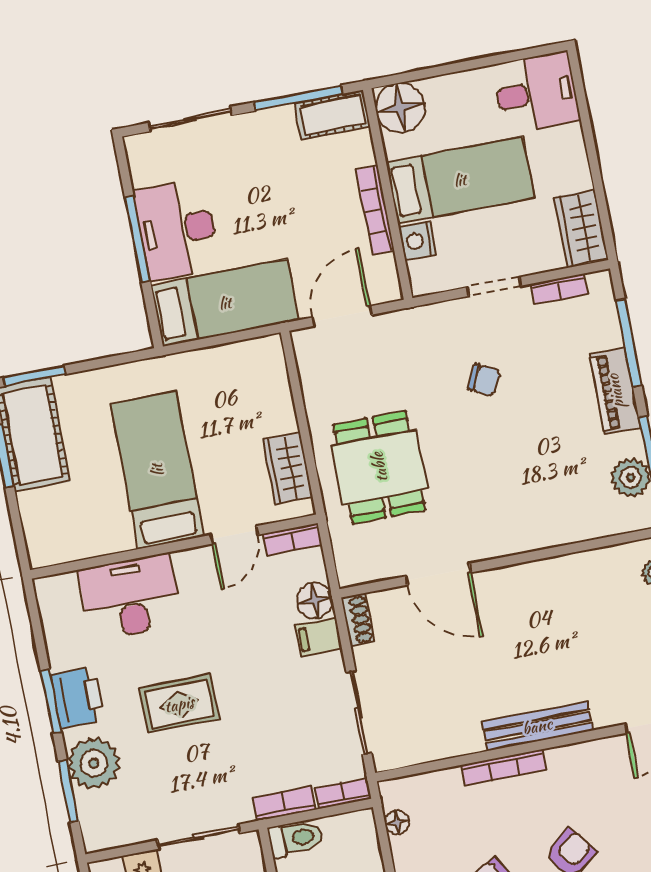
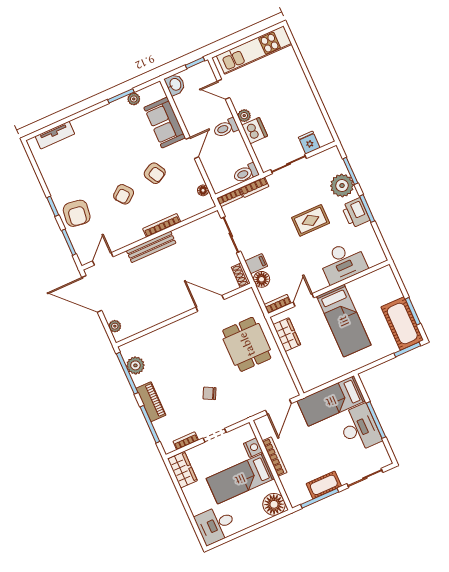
cot: (332, 115) -> (324, 485), moved

